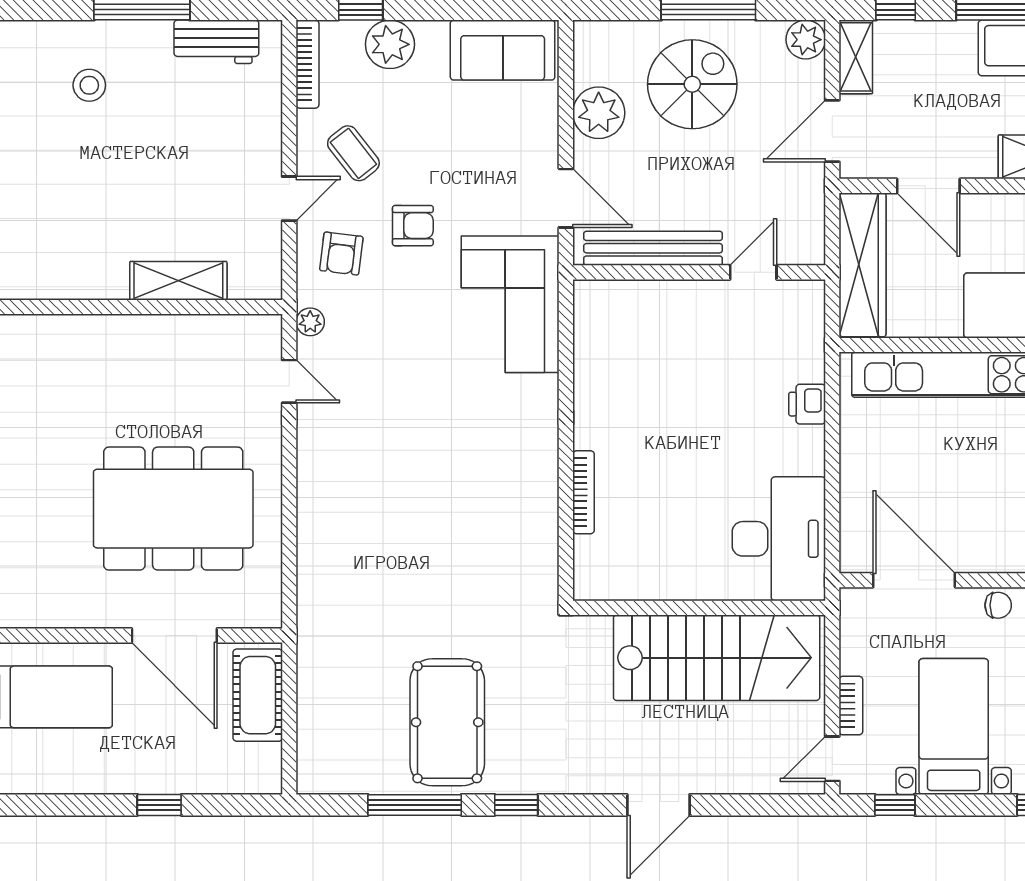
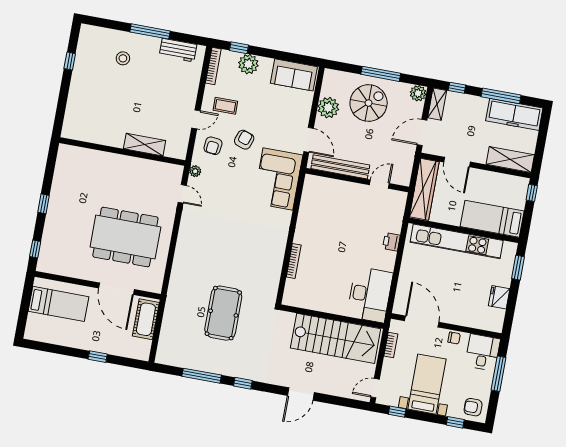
coffee table: (353, 153) -> (225, 106), turned -52
armchair: (413, 226) -> (244, 140), turned -71
bookcase: (851, 706) -> (391, 345), moved
pool table: (447, 722) -> (223, 313), moved

